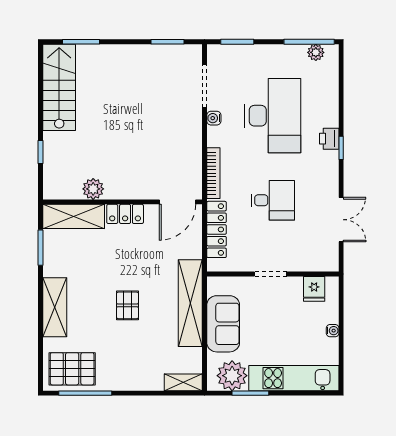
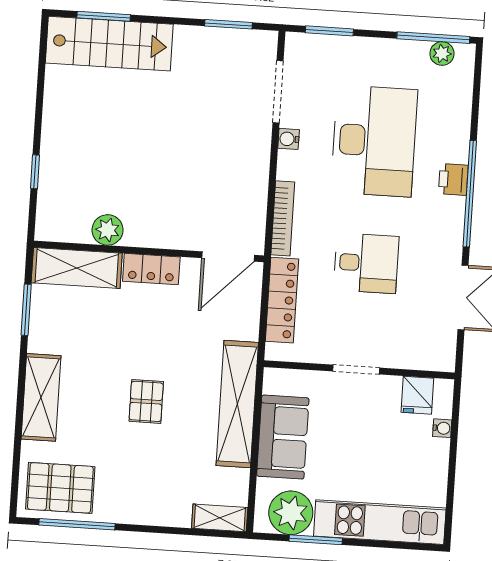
stairs: (59, 87) -> (109, 44), moved, turned 90
window: (341, 148) -> (470, 194), width x3.17
water cooler: (333, 331) -> (442, 428), moved

